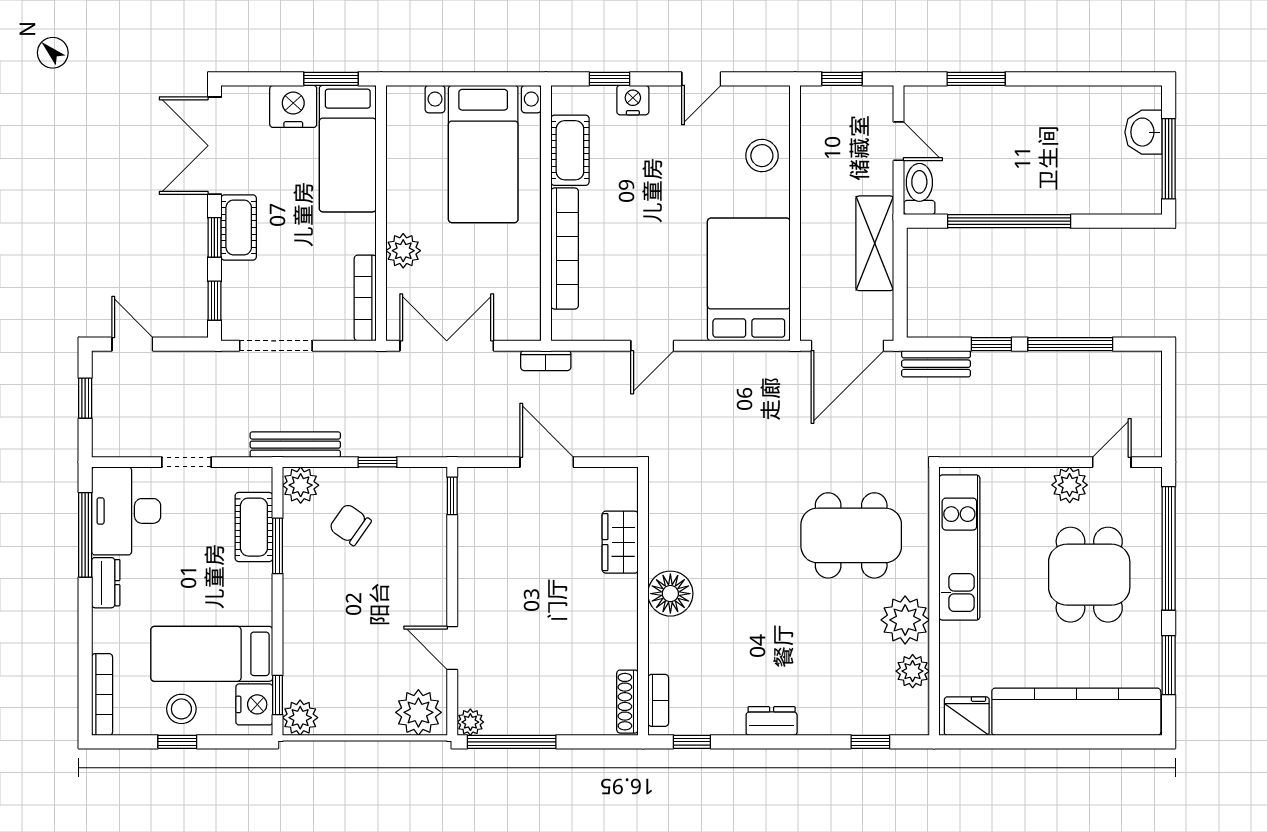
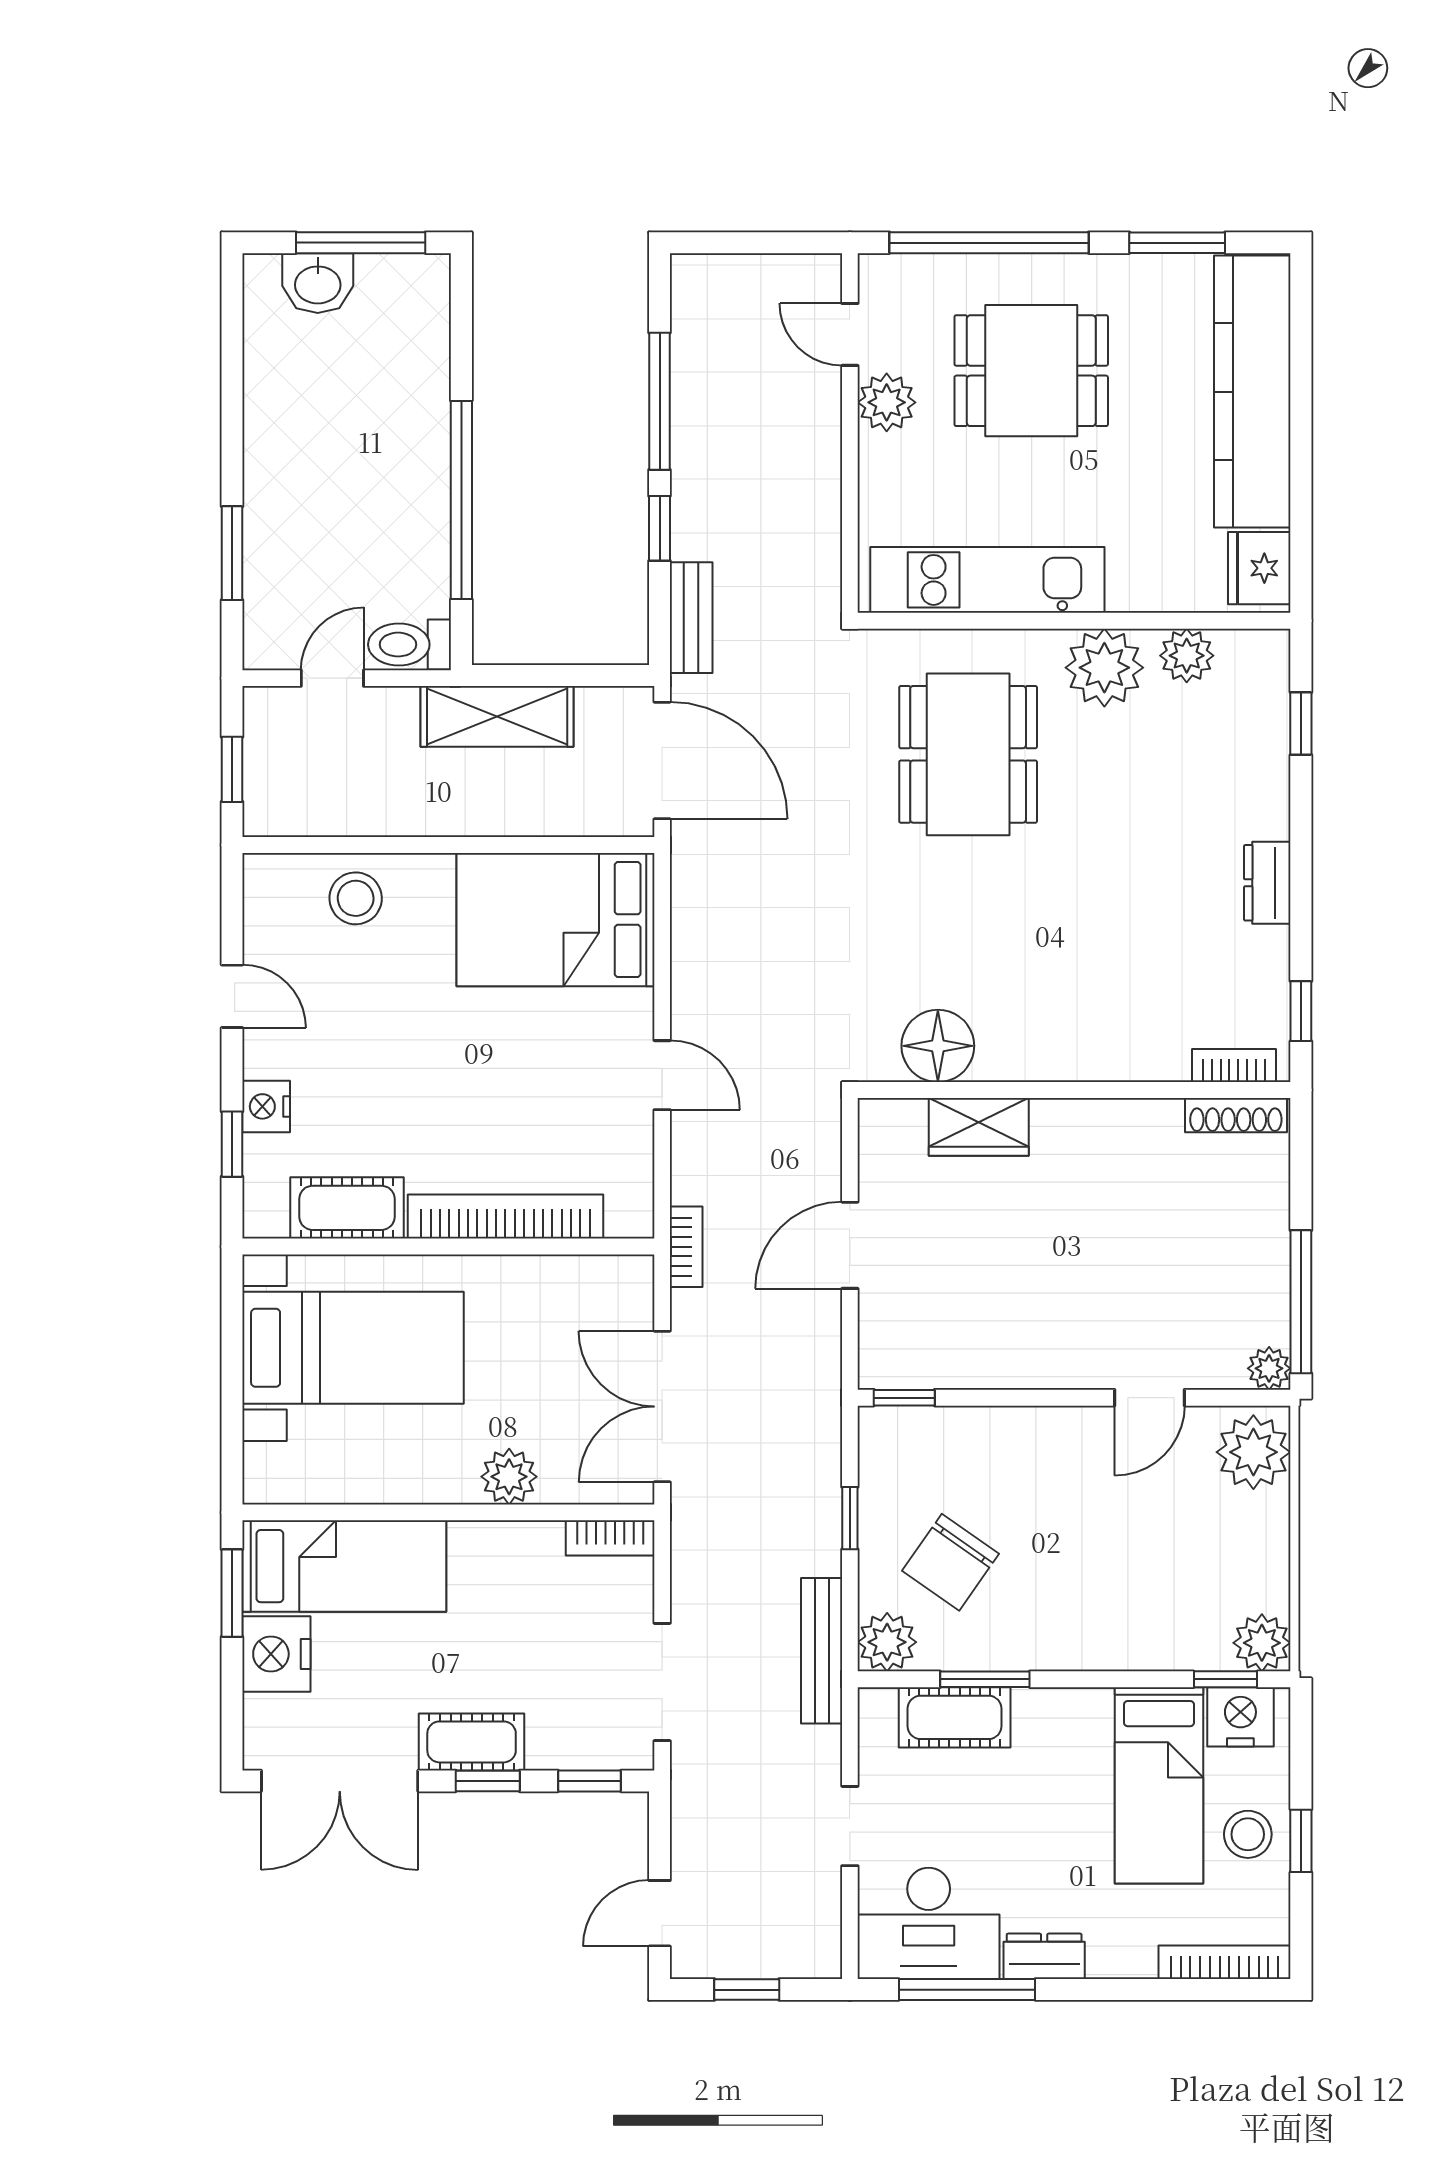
bookcase: (365, 298) -> (610, 1538), width x0.64
chair: (350, 525) -> (950, 1562), width x1.37, depth x1.37
floor lamp: (670, 594) -> (938, 1046), moved

